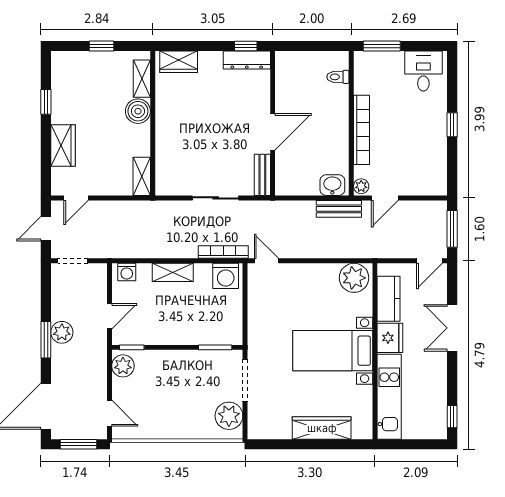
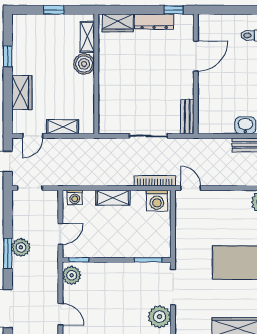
dresser: (247, 60) -> (154, 21), moved
door: (273, 132) -> (196, 56), moved
shelving: (142, 176) -> (62, 127), moved, turned 90

